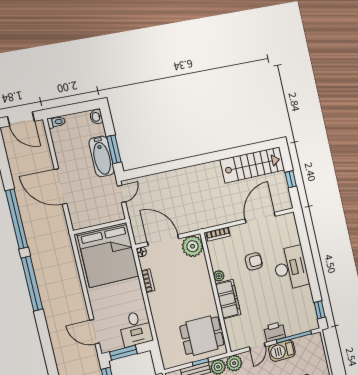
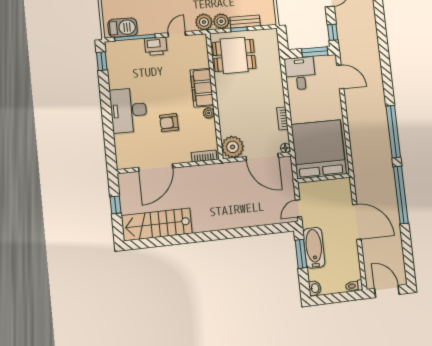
barbecue: (282, 351) -> (123, 28), moved

